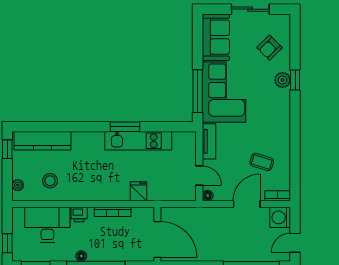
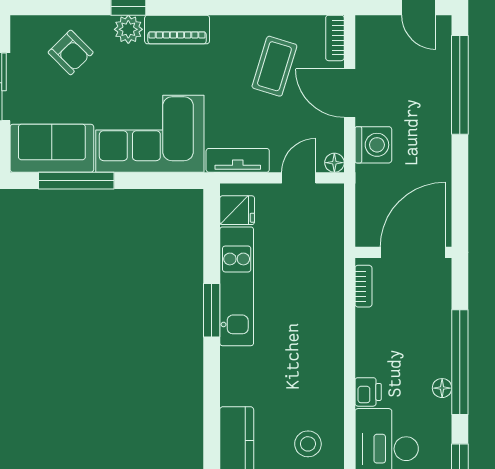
window: (198, 91) -> (76, 181), moved
piano: (282, 107) -> (177, 29), added
coffee table: (262, 162) -> (274, 66), width x1.36, depth x1.30
fridge: (138, 191) -> (237, 210), moved, turned 180
bookcase: (113, 212) -> (363, 286), moved, width x0.64
washing machine: (280, 217) -> (373, 145), moved, turned -90

